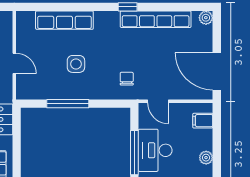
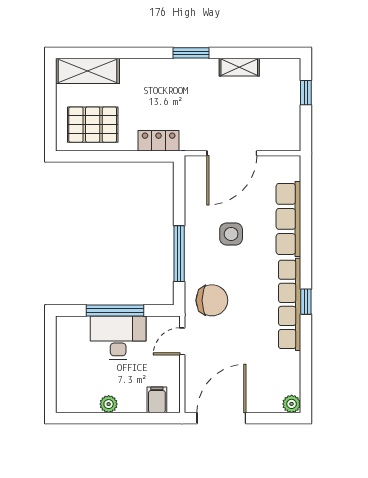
row of seats: (156, 19) -> (290, 304), moved
door: (14, 63) -> (232, 153), width x1.87
chair: (127, 79) -> (212, 300), width x1.87, depth x1.87
window: (68, 104) -> (179, 254), moved

